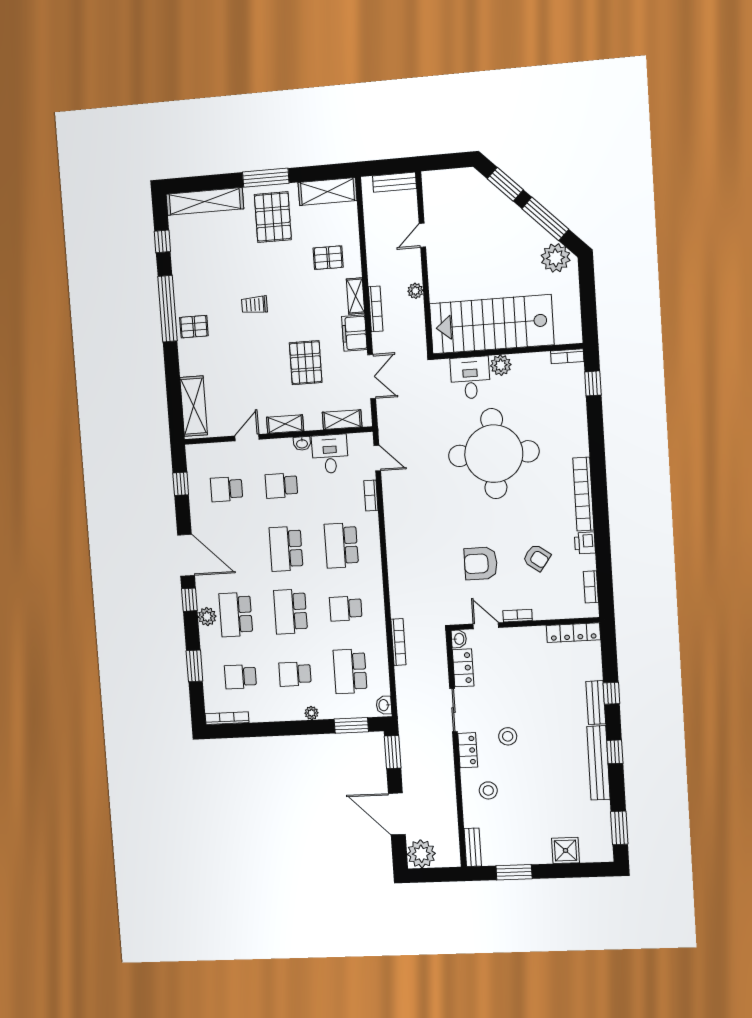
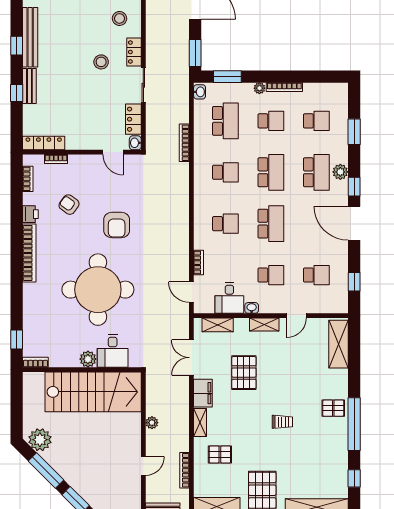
bookcase: (376, 309) -> (184, 470), moved
school desk: (341, 545) -> (225, 224), width x0.54
armchair: (481, 563) -> (117, 225), moved, turned 90
bookcase: (518, 616) -> (56, 159), moved
bookcase: (227, 718) -> (284, 87), moved

